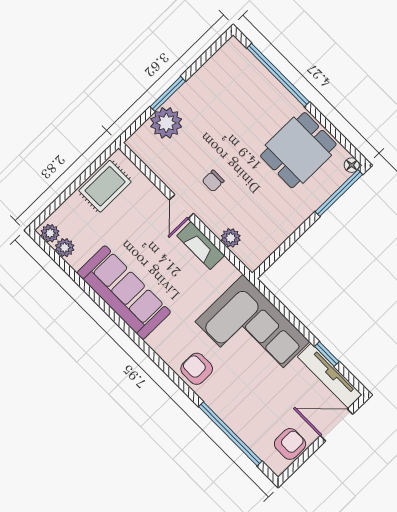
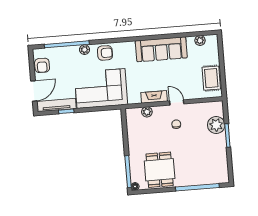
plant: (50, 233) -> (85, 50), moved

